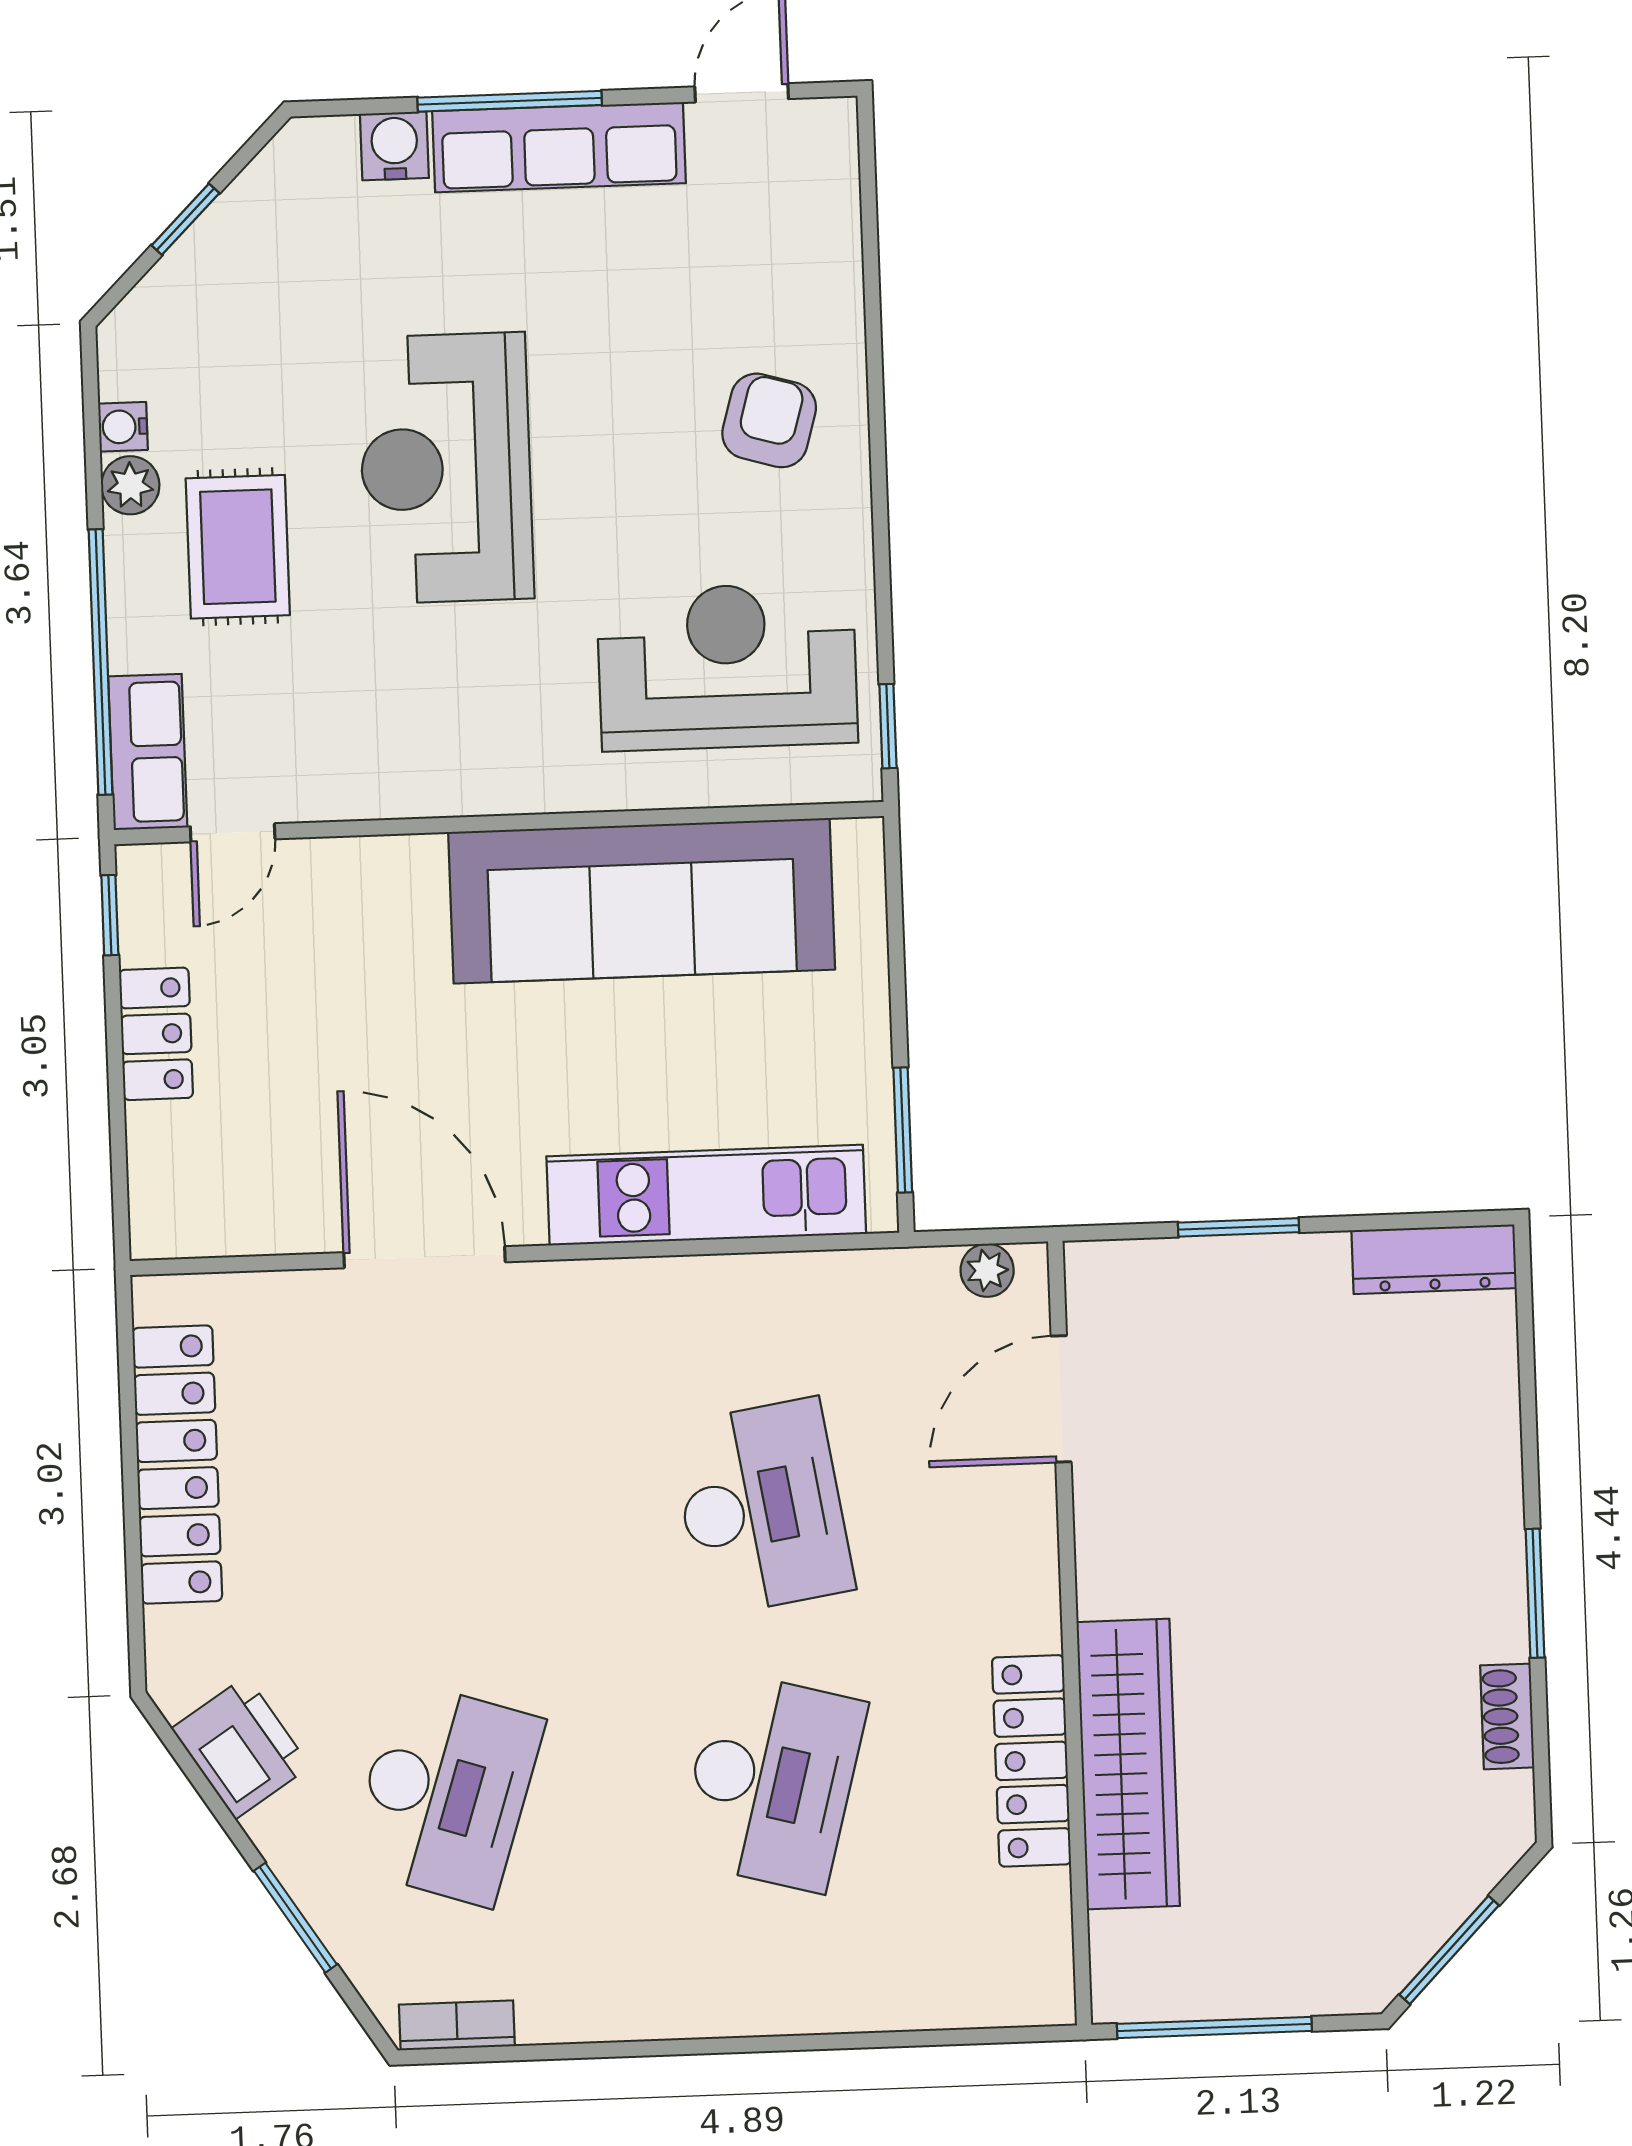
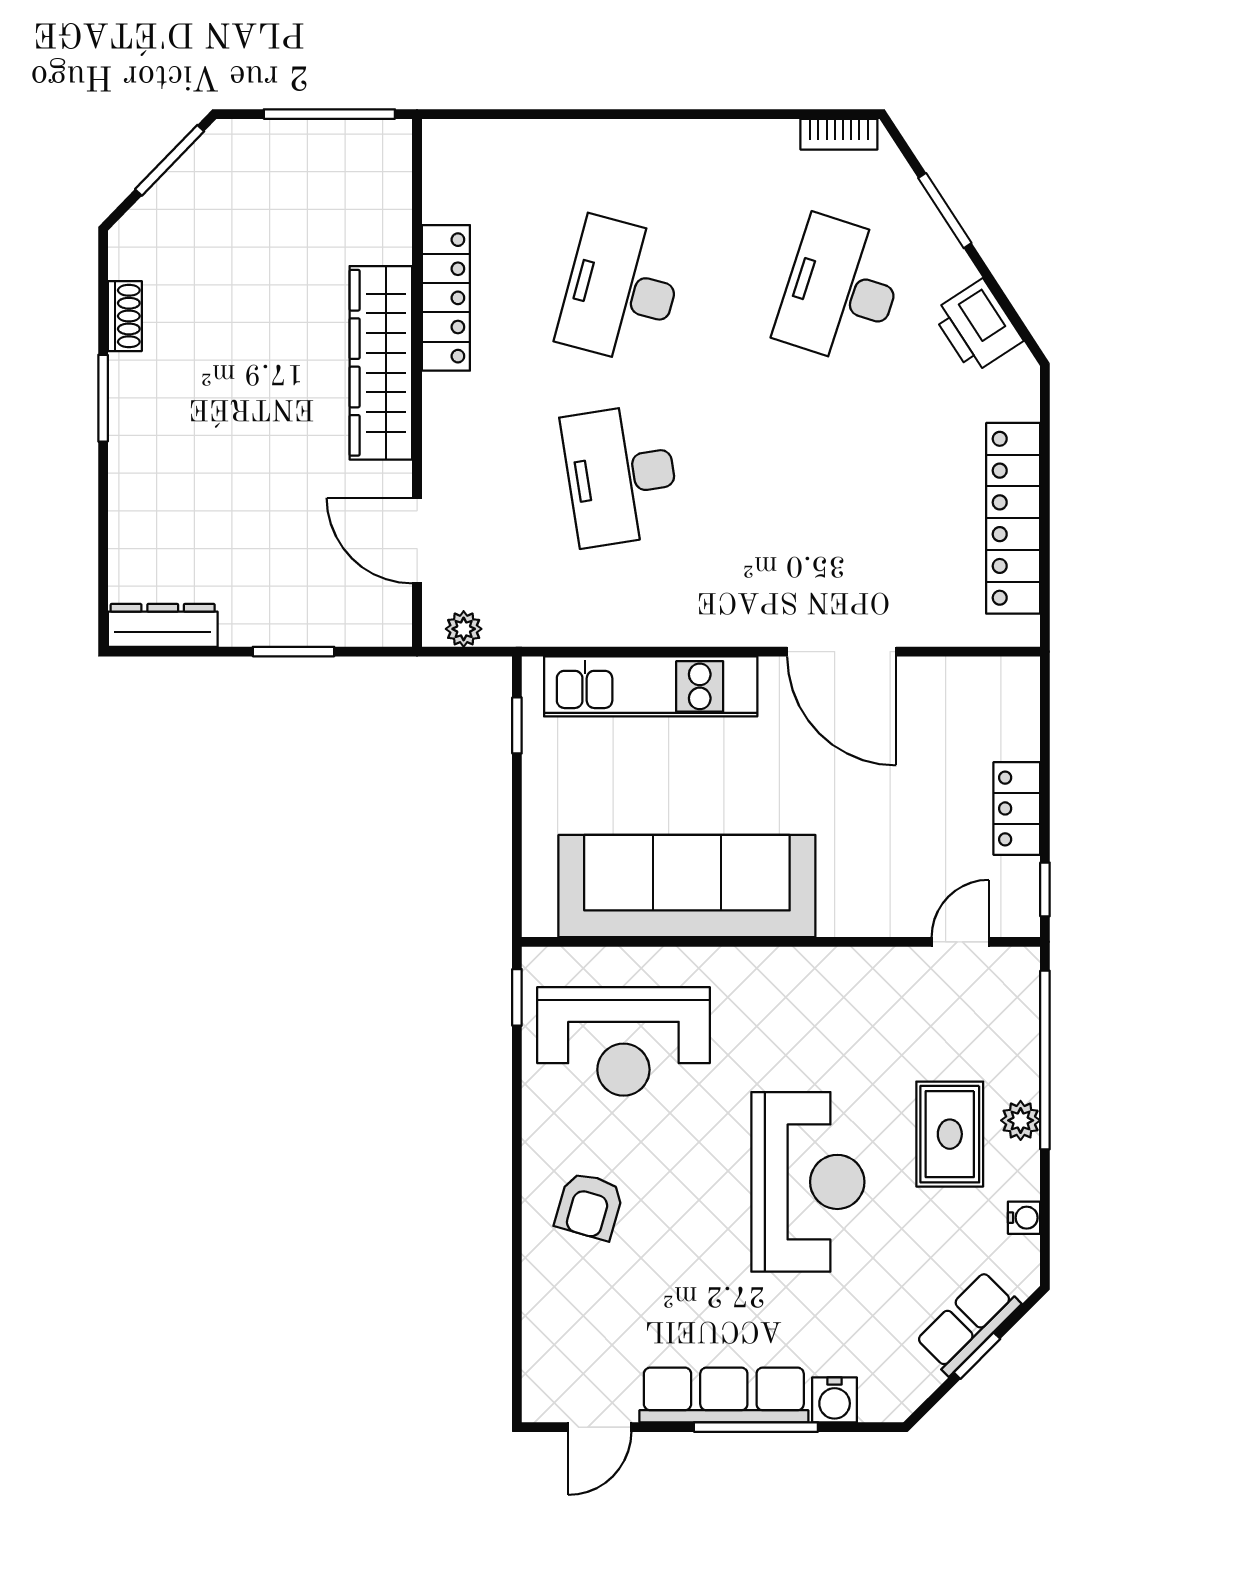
plant: (130, 485) -> (1021, 1120), moved
row of seats: (148, 752) -> (968, 1323), moved, turned 45
window: (903, 1130) -> (517, 725), width x0.67
door: (1061, 1399) -> (417, 541), swing flipped
wardrobe: (1128, 1764) -> (381, 363), moved

